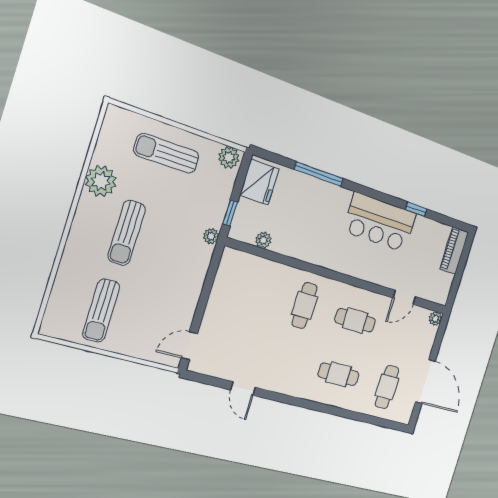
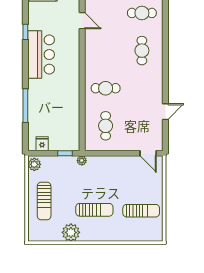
fridge: (259, 182) -> (42, 144), width x0.53, depth x0.75
plant: (263, 240) -> (75, 128), removed
cafe table: (355, 320) -> (106, 126), moved

